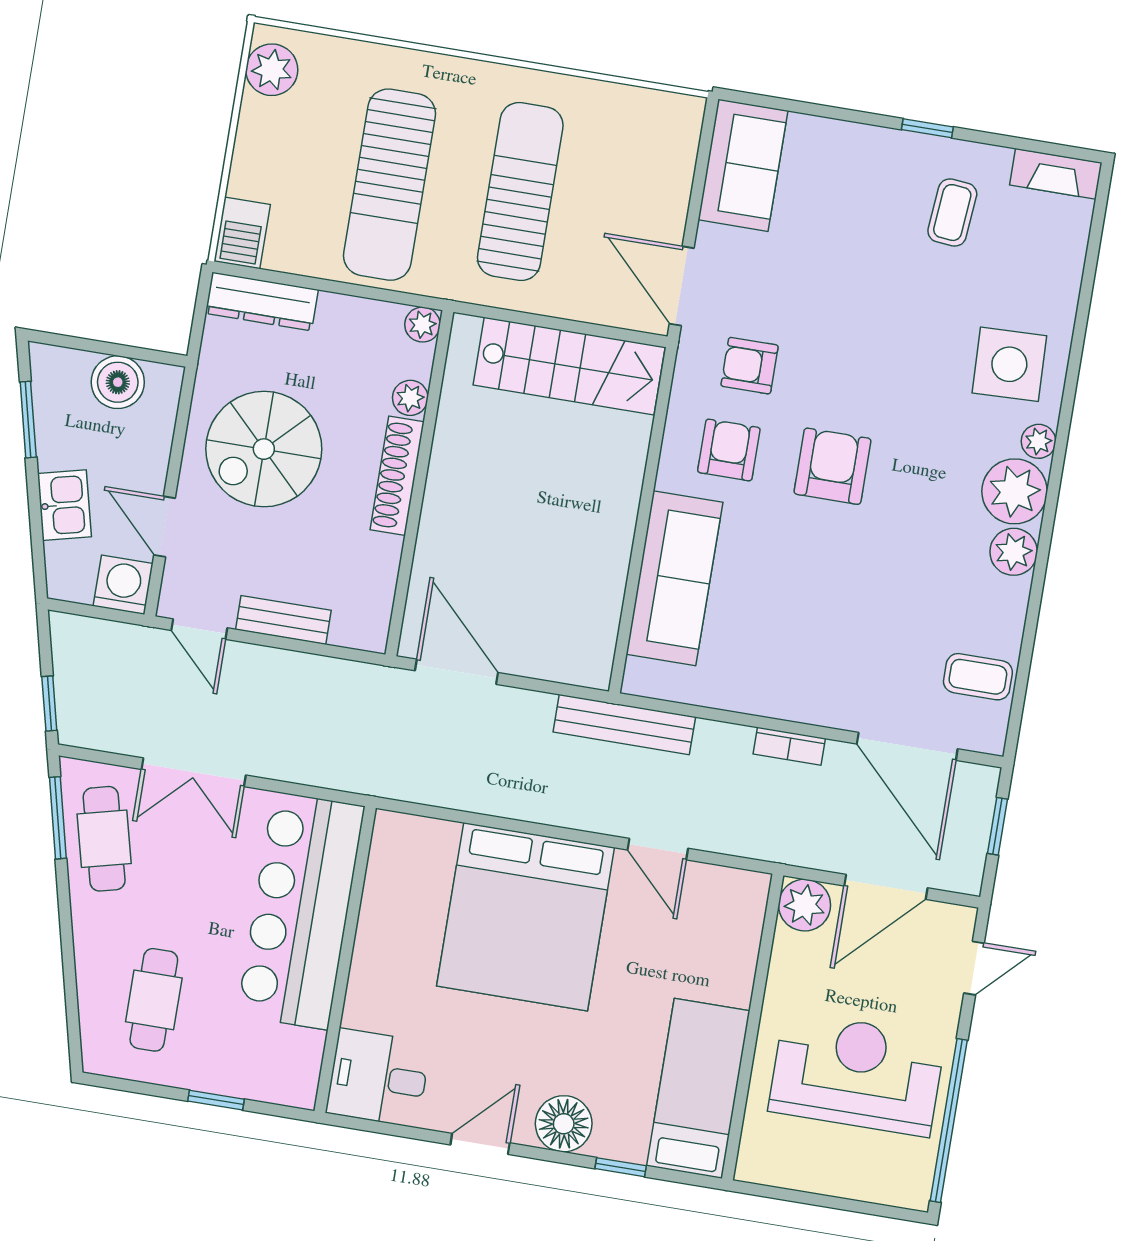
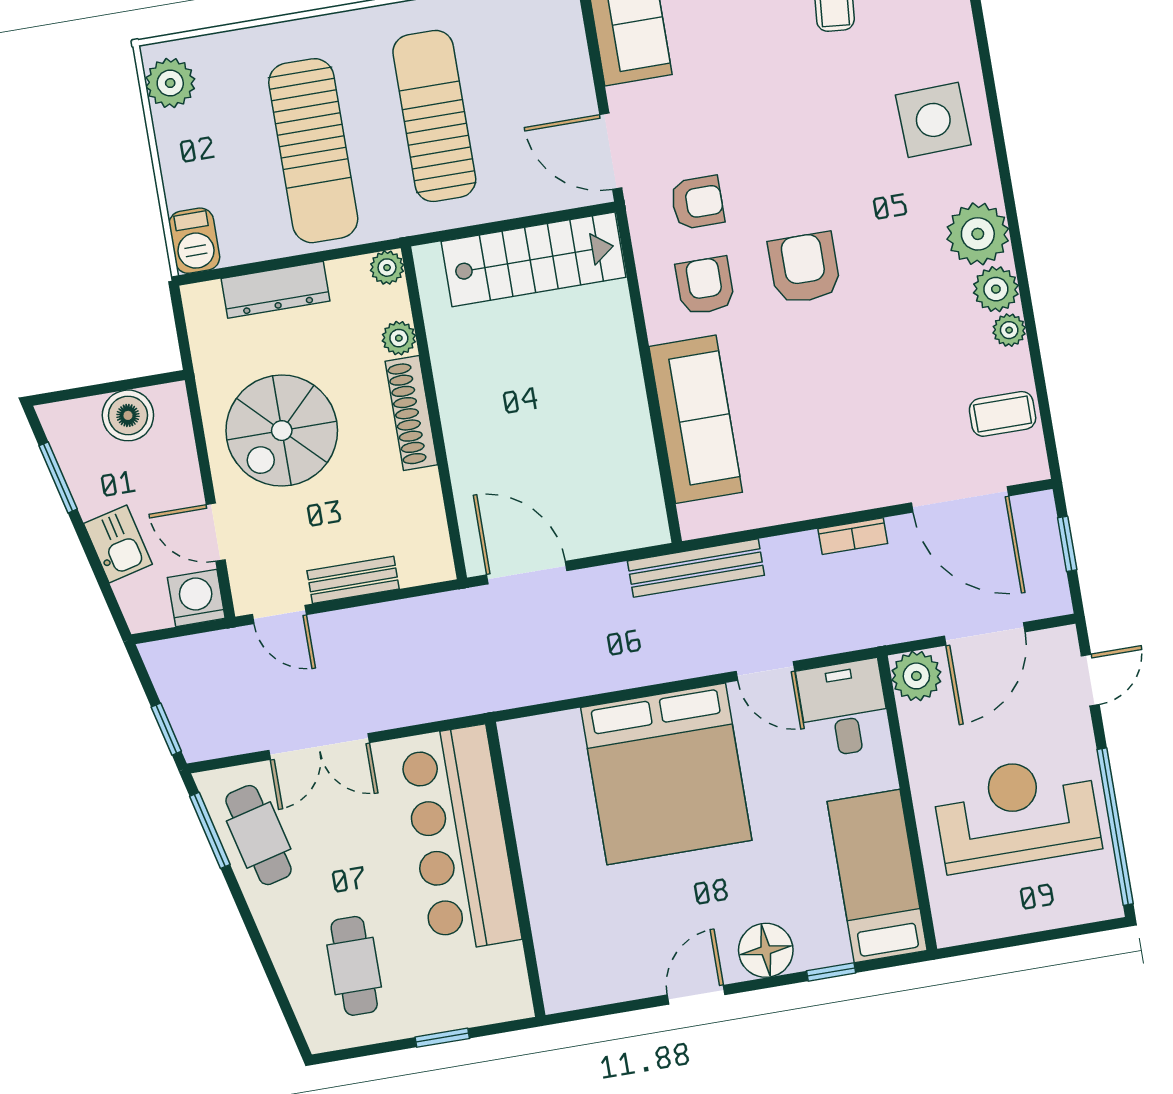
dresser: (262, 301) -> (275, 290), moved
armchair: (750, 366) -> (697, 202), turned 180
plant: (1038, 441) -> (1009, 330), moved
desk: (378, 1078) -> (844, 708), moved, turned 90

